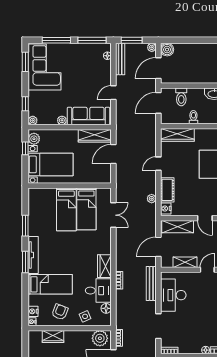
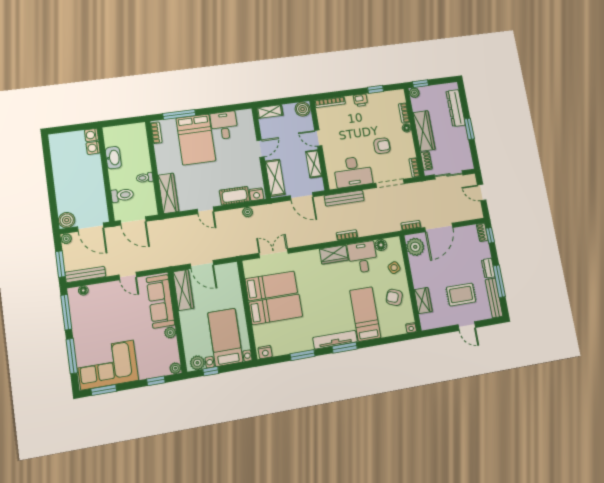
nightstand: (33, 311) -> (265, 352), moved
armchair: (193, 325) -> (382, 146), added

